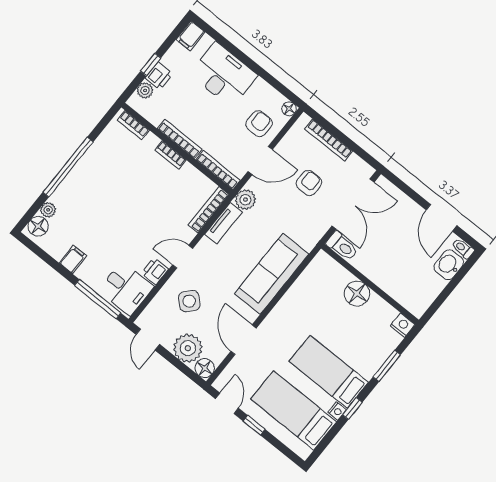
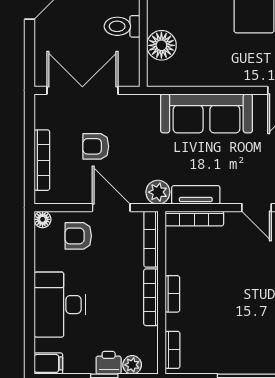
toilet: (342, 246) -> (122, 26), moved, turned -90
floor lamp: (357, 294) -> (161, 45), moved

